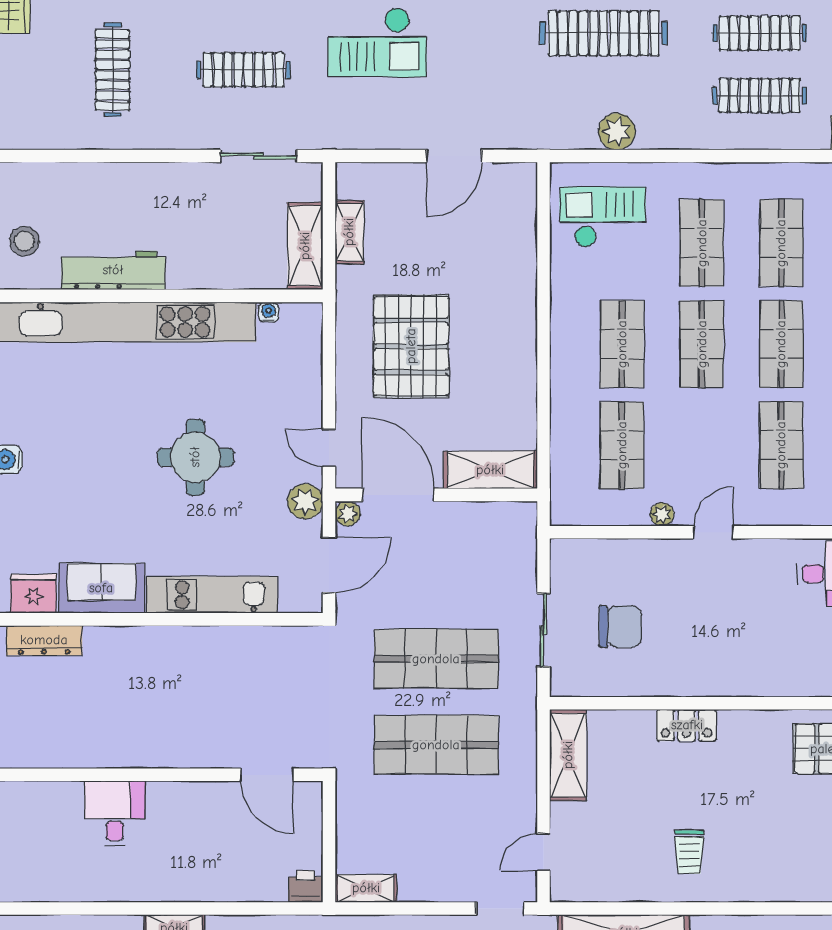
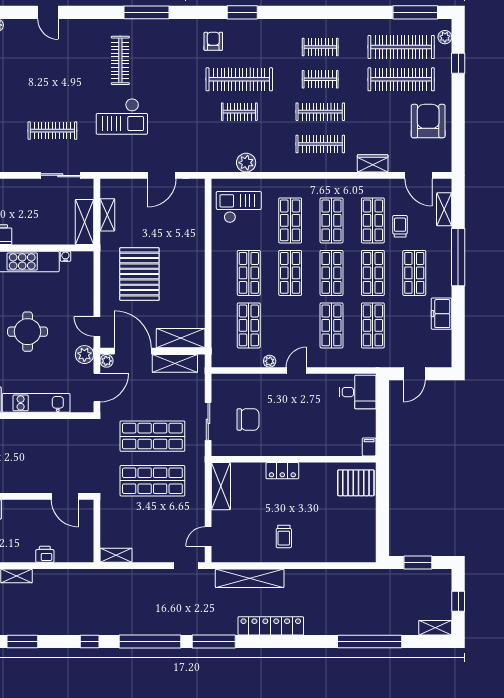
clothes rail: (604, 33) -> (239, 112), width x0.54, depth x0.76
shelving: (479, 518) -> (175, 363), added
printer: (305, 887) -> (45, 554), moved

